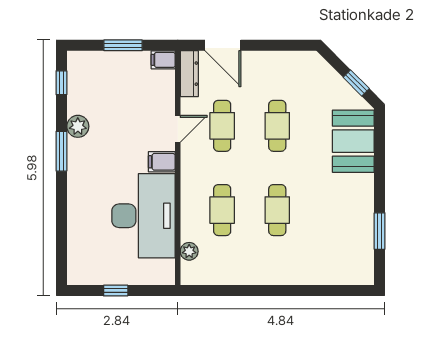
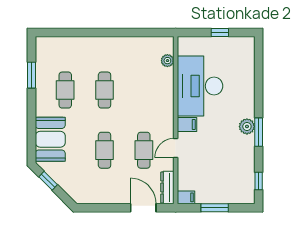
plant: (78, 126) -> (247, 126), moved
cafe table: (222, 210) -> (65, 90), moved

